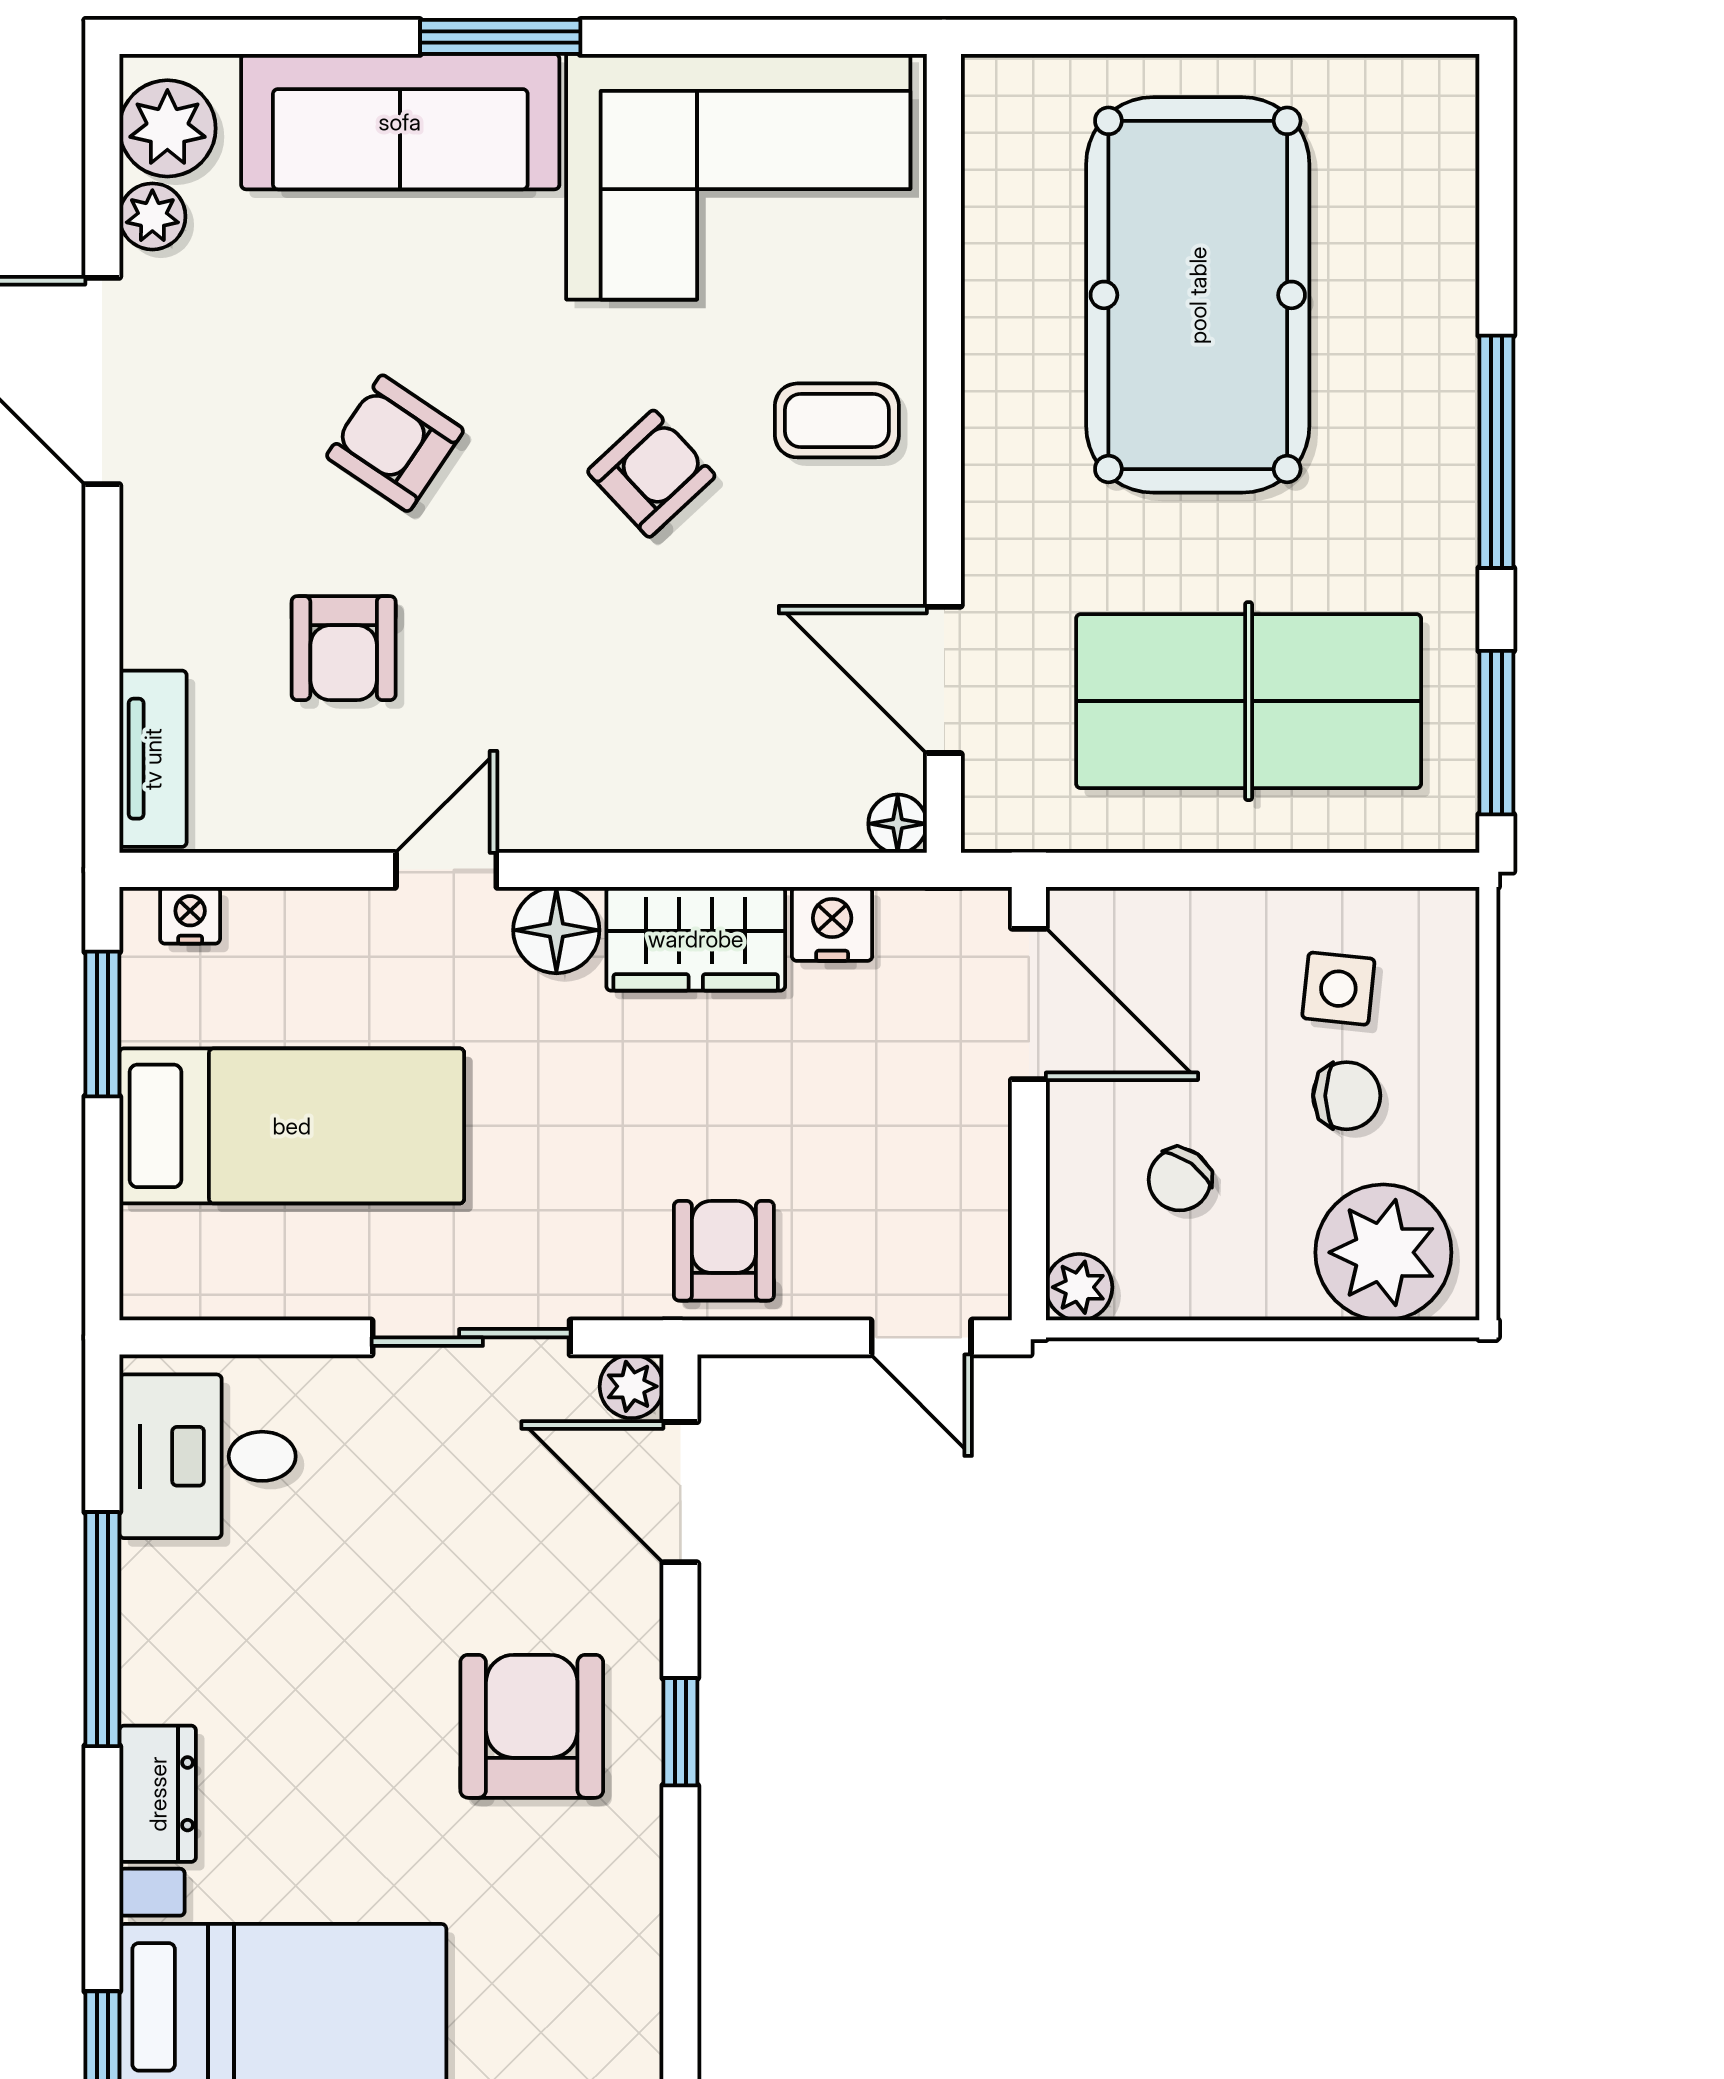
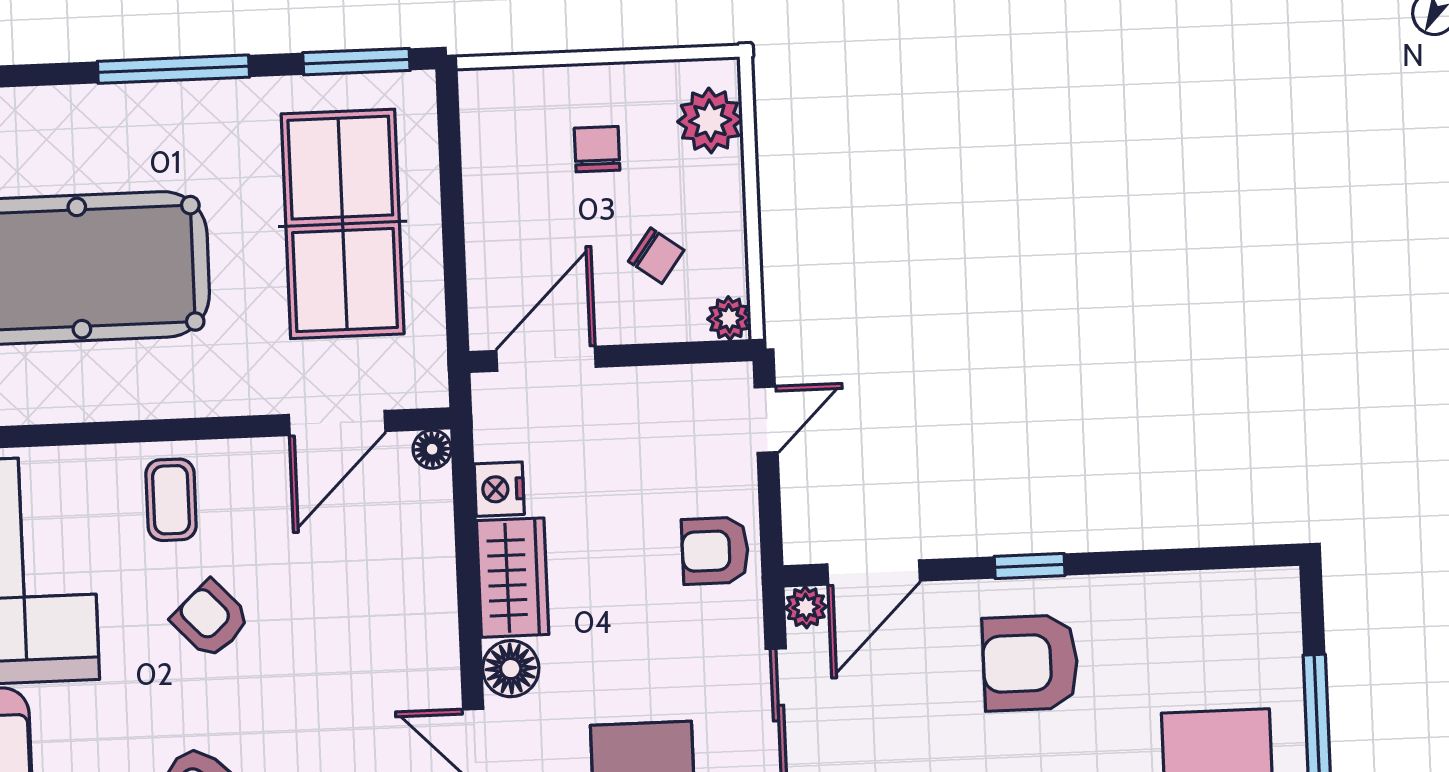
side table: (1338, 989) -> (527, 157), removed
plant: (1383, 1252) -> (710, 120), width x0.73, depth x0.73

